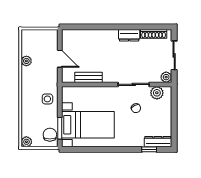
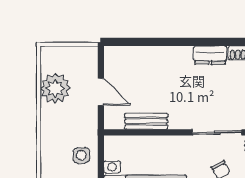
plant: (26, 61) -> (55, 88), width x1.88, depth x1.88

